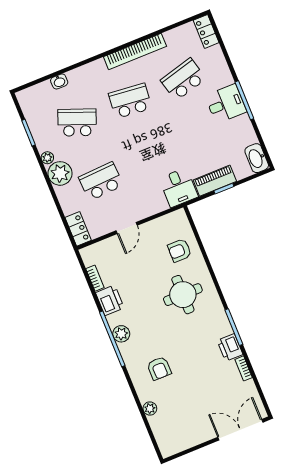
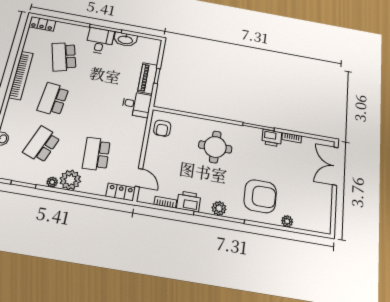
washbasin: (257, 158) -> (125, 40), moved
door: (127, 228) -> (139, 178), moved
armchair: (179, 250) -> (162, 128), moved
armchair: (159, 368) -> (260, 196), width x1.88, depth x1.88

